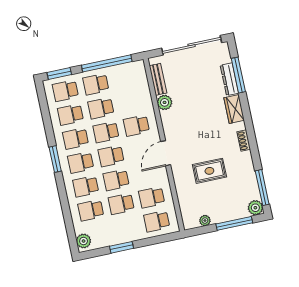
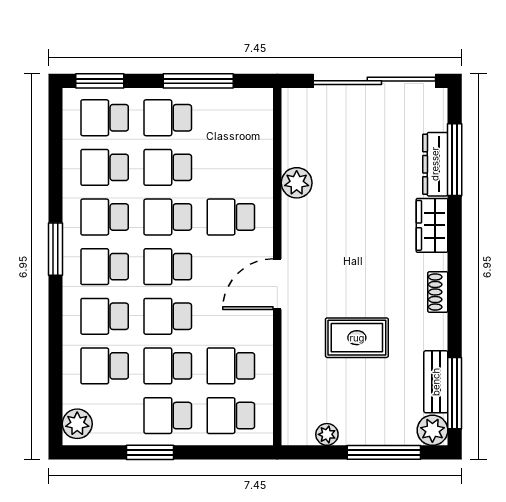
window: (107, 63) -> (198, 81), width x0.68
bench: (158, 79) -> (436, 382), moved
school desk: (126, 228) -> (168, 416), added

